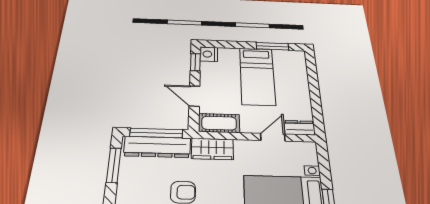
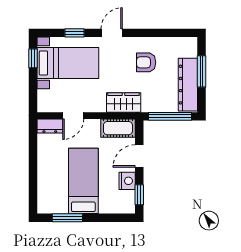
nightstand: (209, 54) -> (127, 181), moved
door: (194, 96) -> (139, 156), swing flipped
dresser: (157, 147) -> (188, 85), moved, turned -90
window: (114, 165) -> (201, 71), moved

